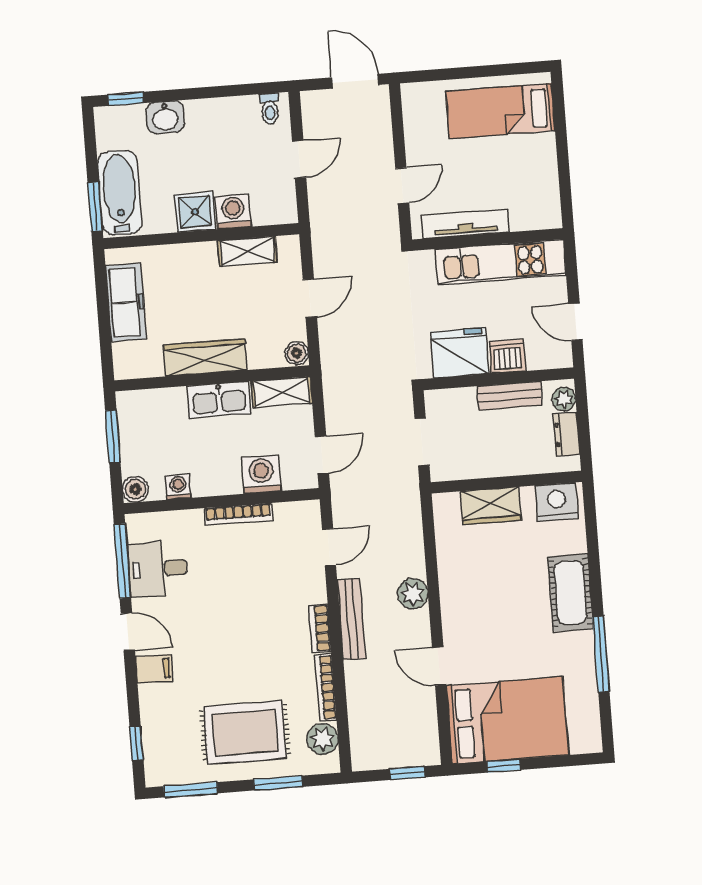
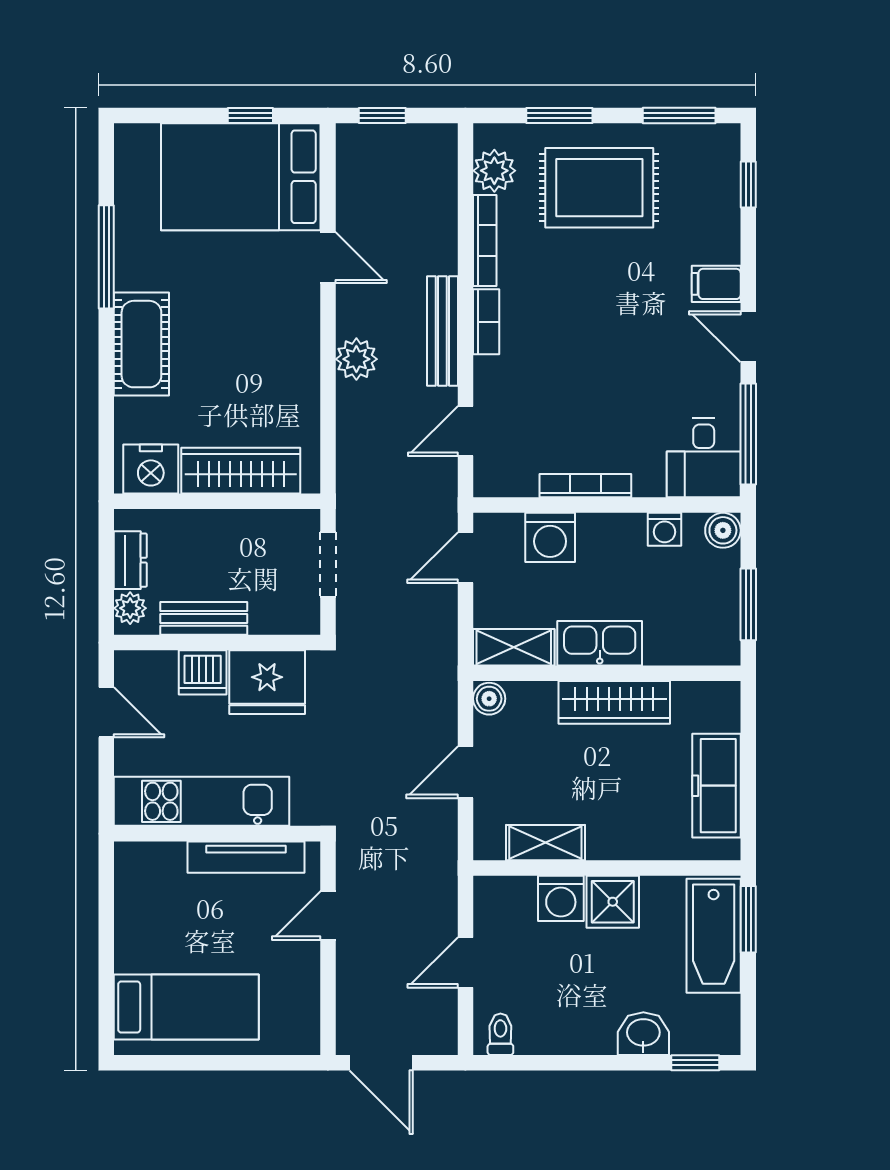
wardrobe: (491, 506) -> (241, 471), width x1.50
desk: (158, 569) -> (704, 458), moved, turned 90

